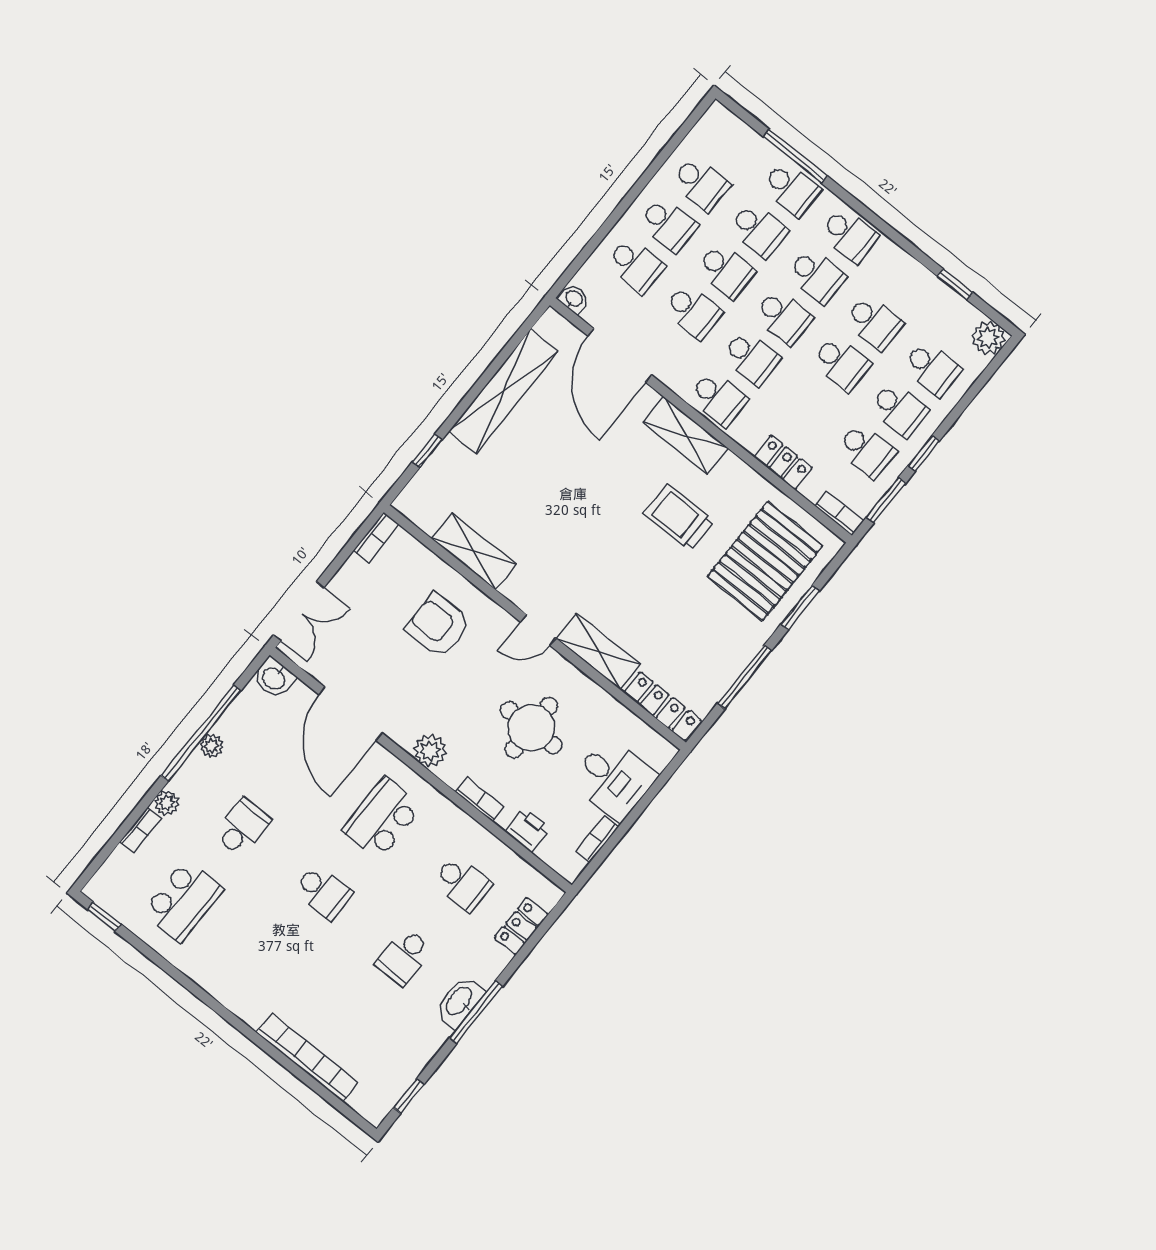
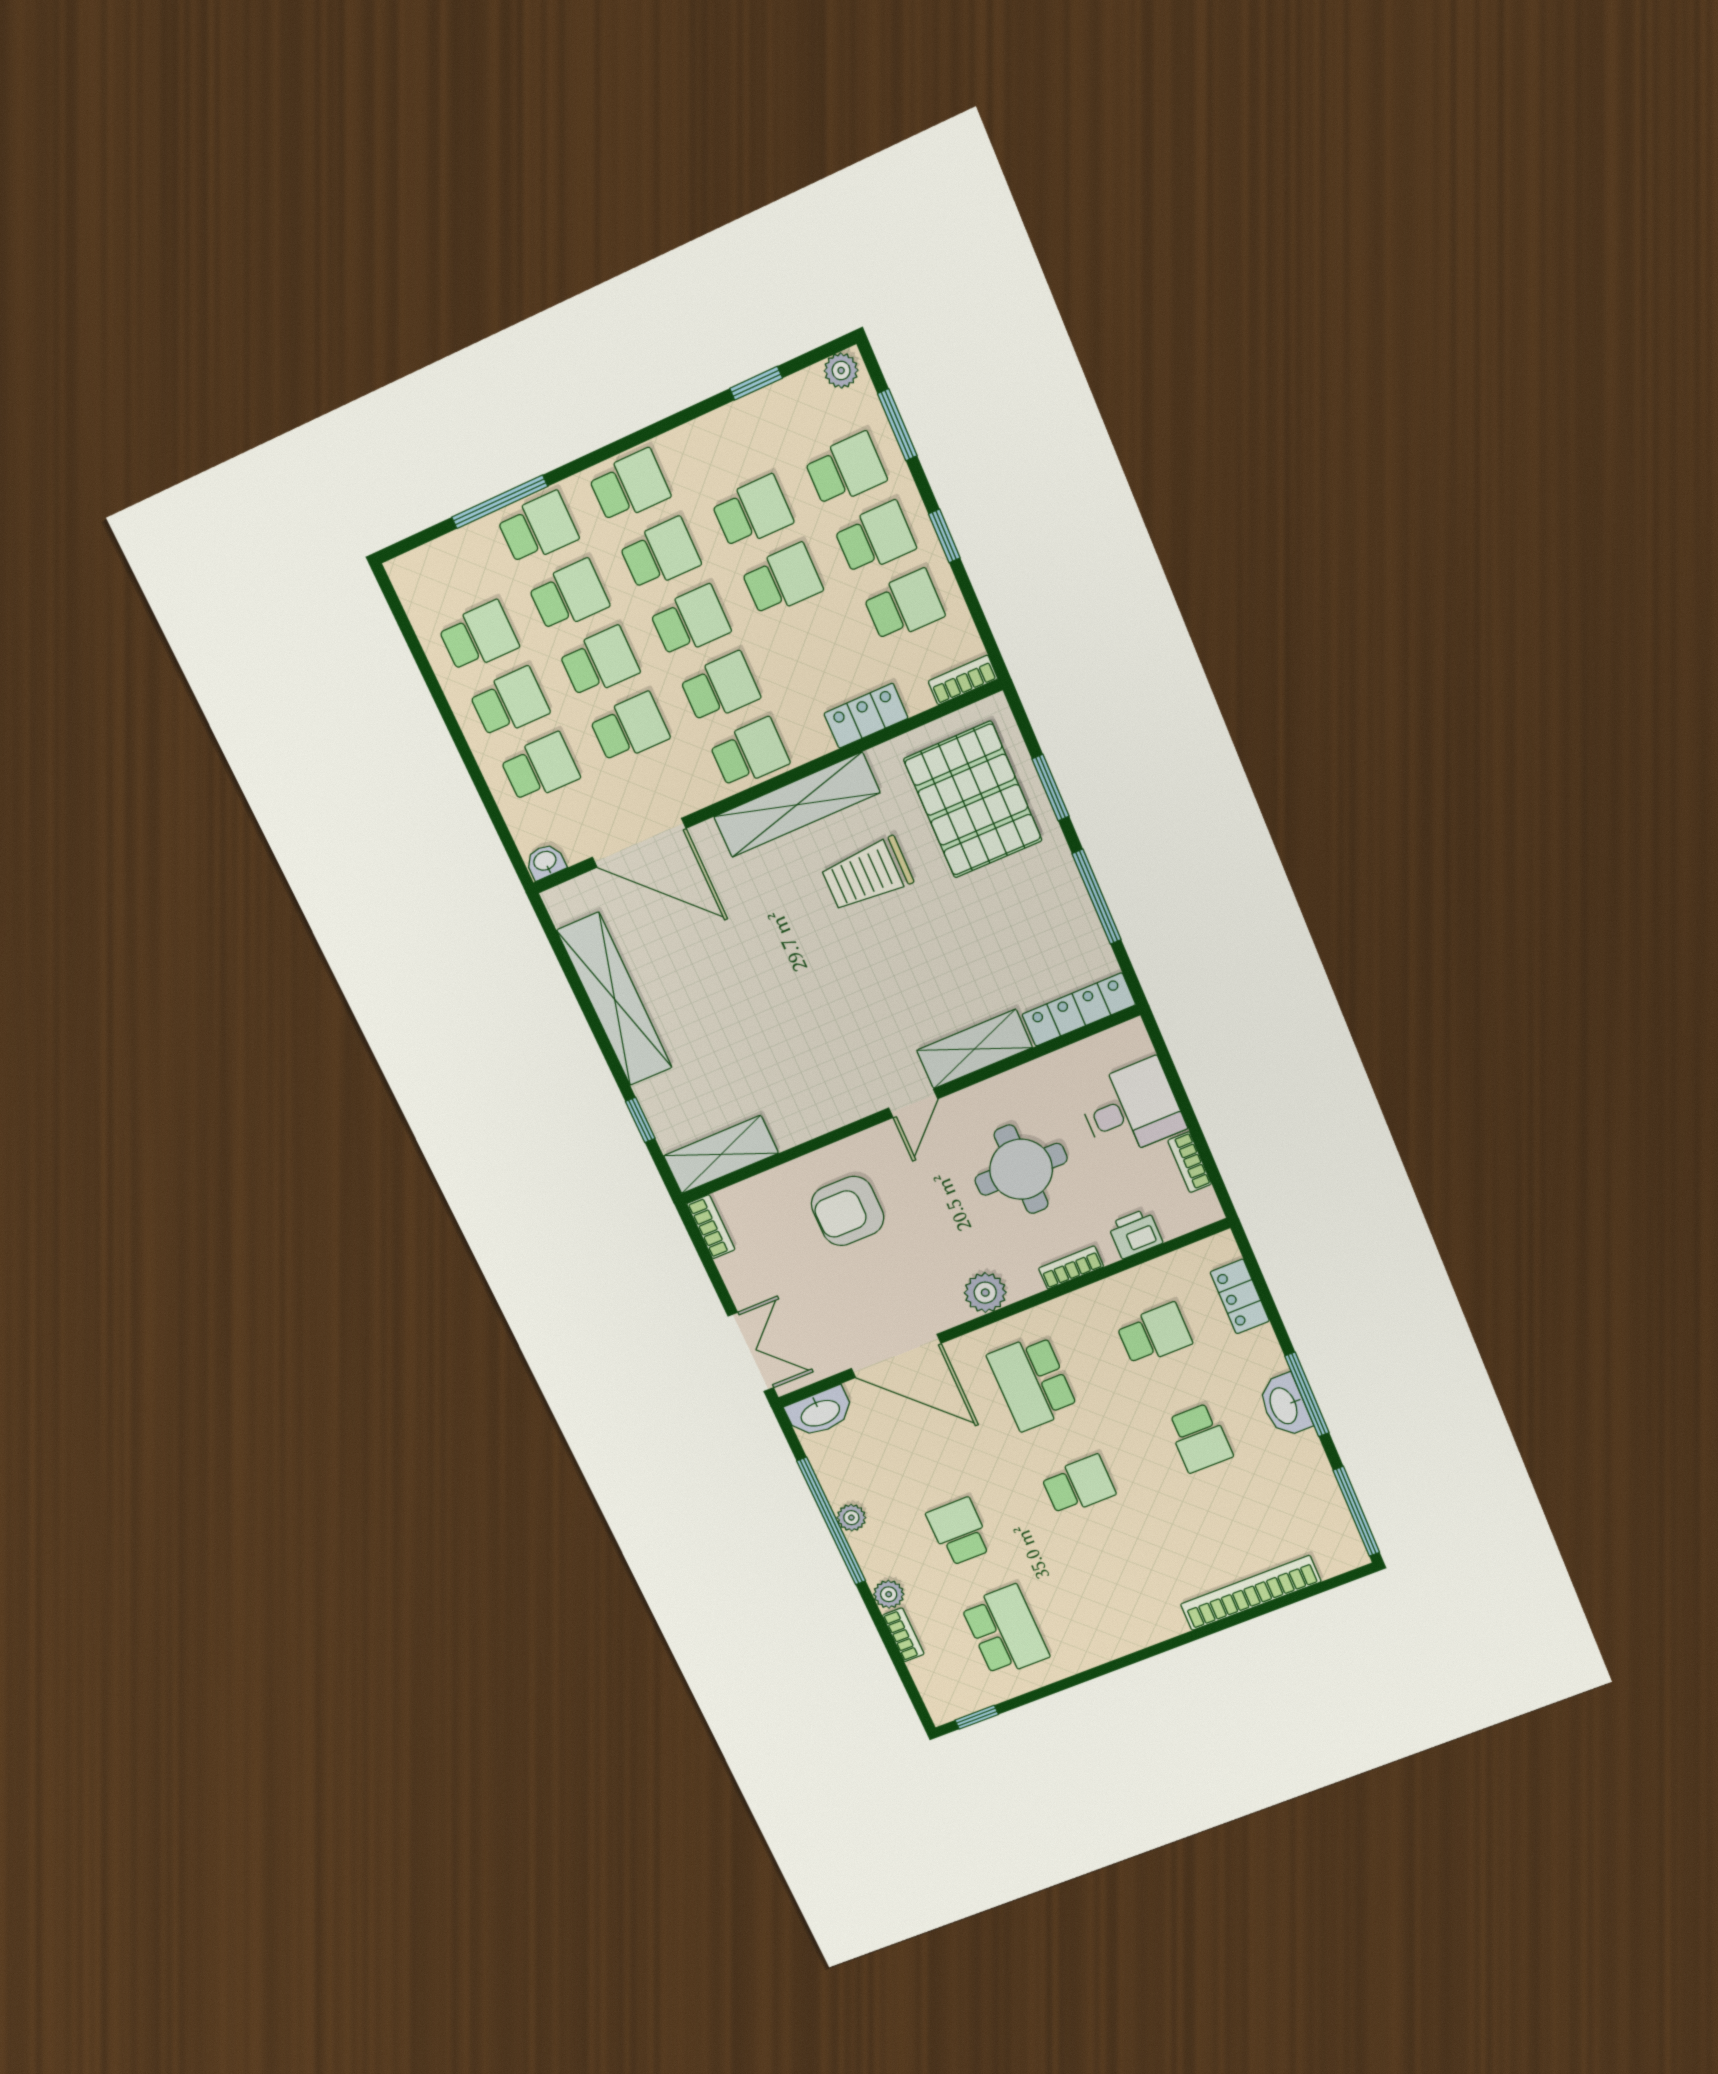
plant: (988, 338) -> (841, 371), width x0.73, depth x0.73
shelving: (685, 435) -> (797, 805), width x1.47
window: (886, 500) -> (897, 425), moved
shelving: (474, 551) -> (721, 1154), moved
washbasin: (274, 678) -> (820, 1412), width x1.38
window: (409, 1096) -> (1356, 1511), width x2.17

